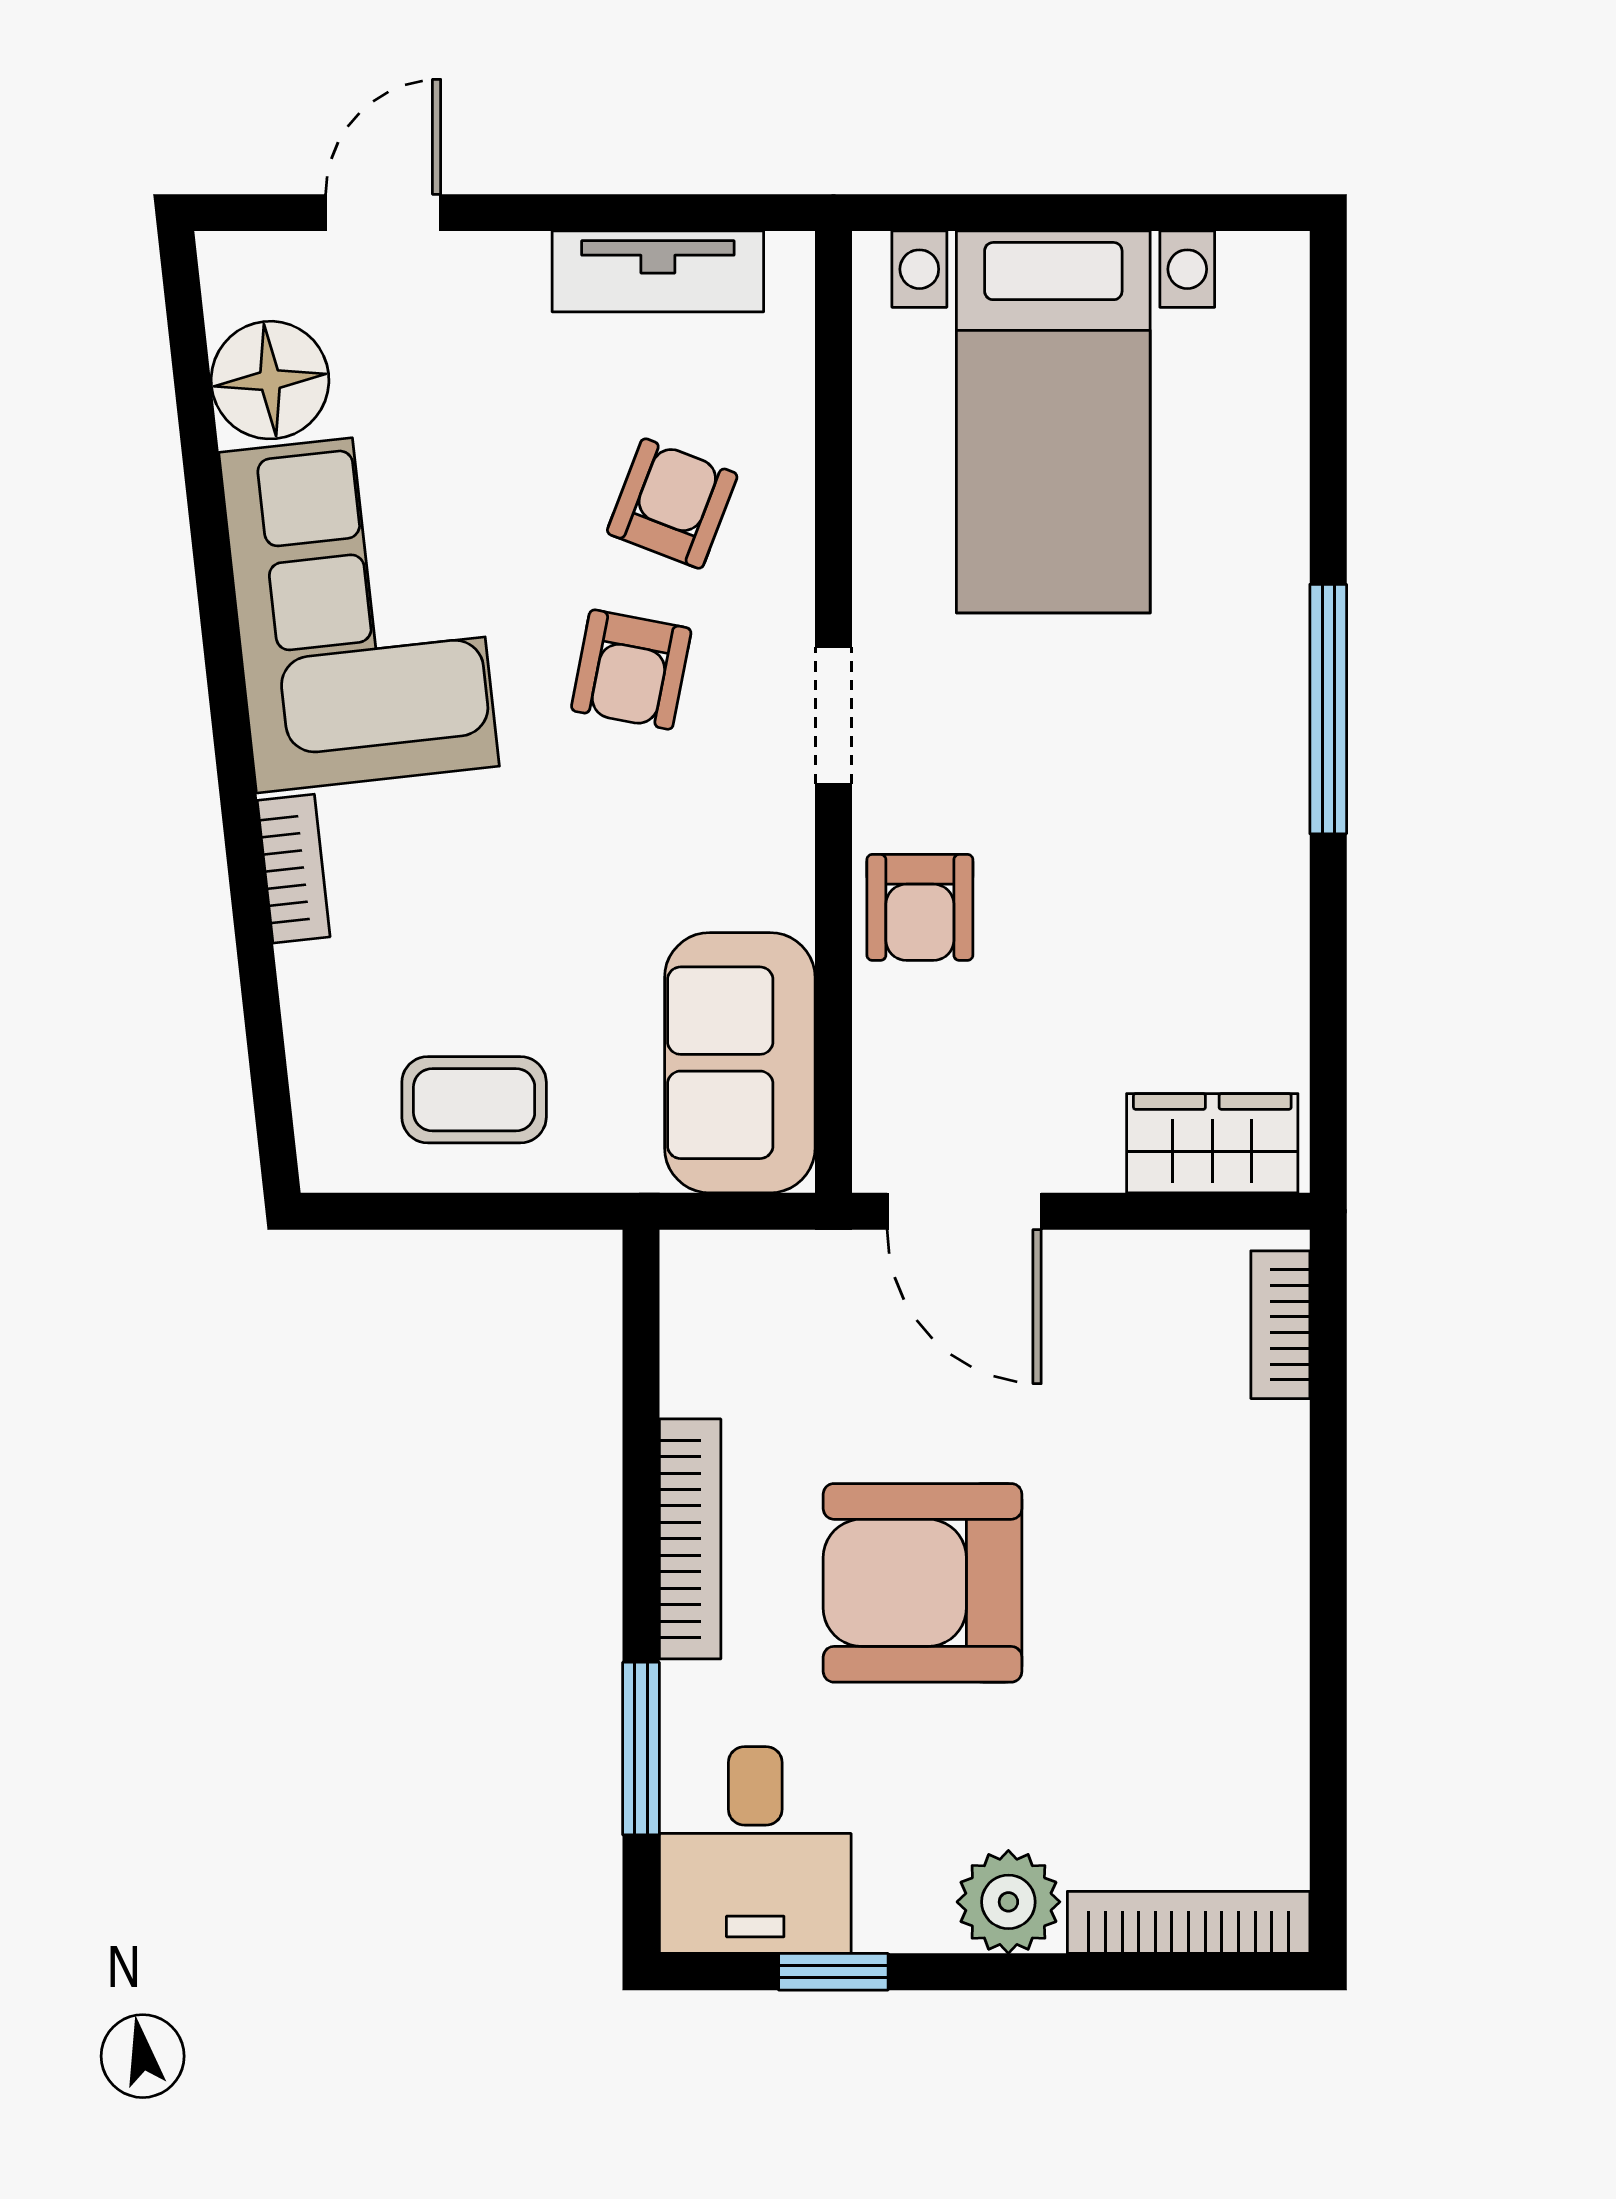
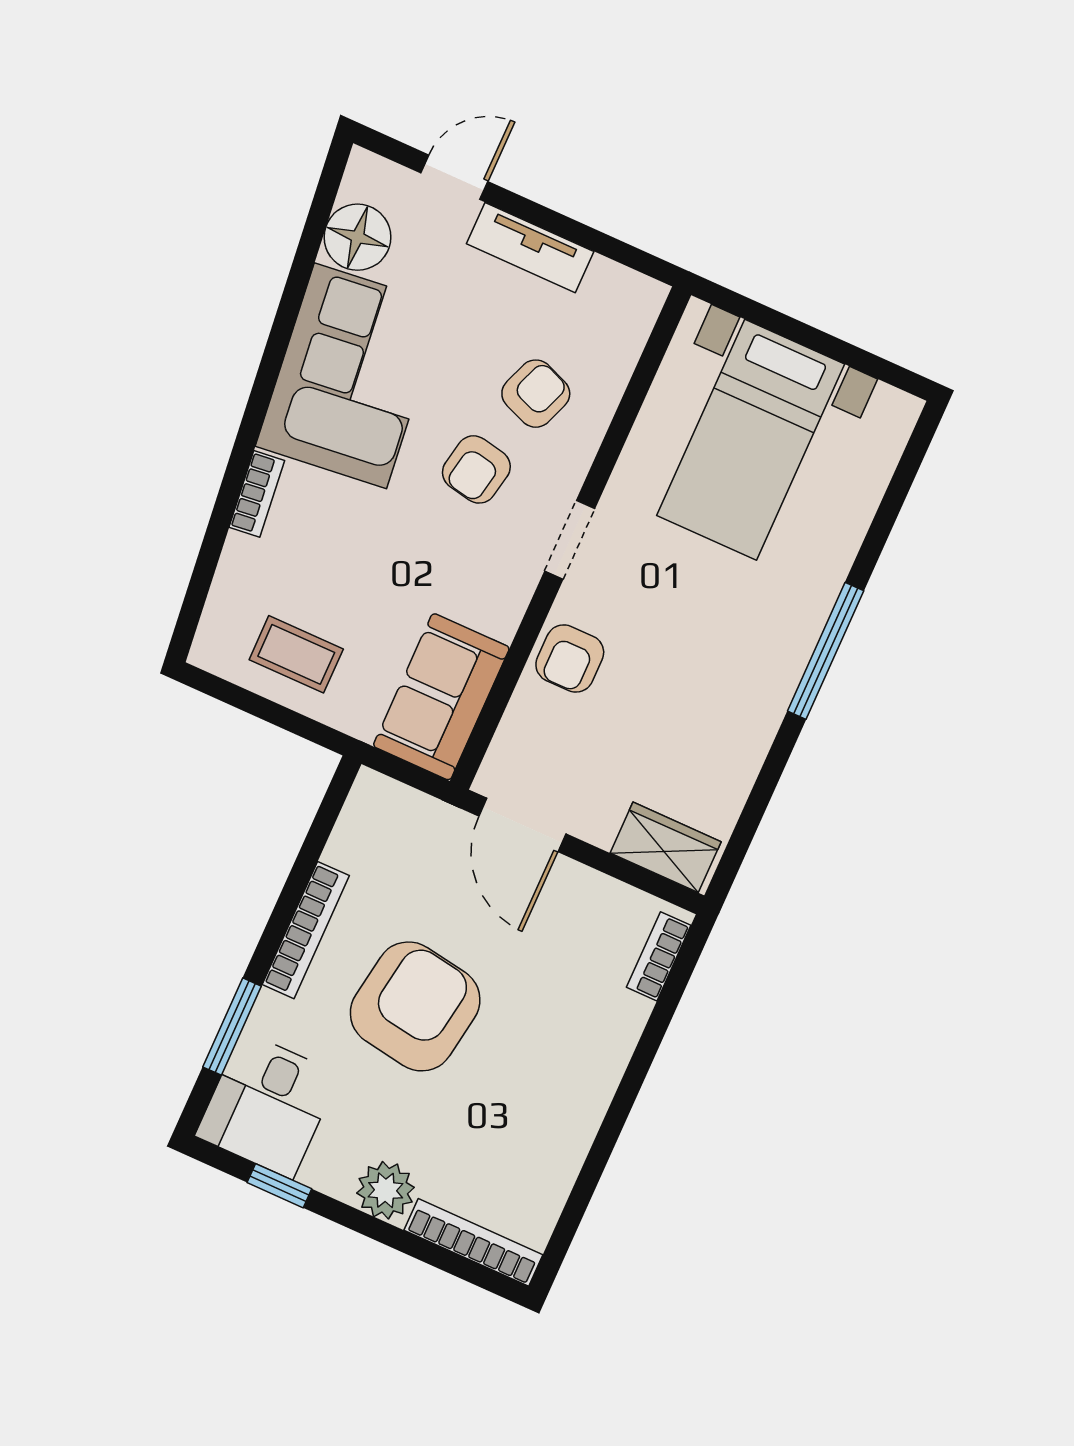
tv unit: (658, 271) -> (530, 248), moved
armchair: (923, 1583) -> (415, 1006), turned 99

